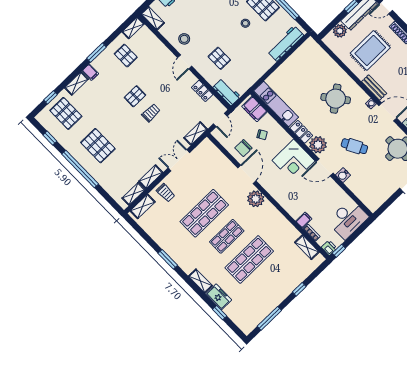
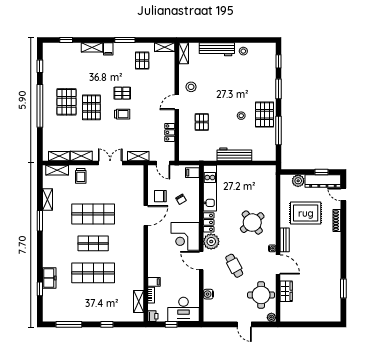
workbench: (285, 43) -> (234, 154), moved
workbench: (227, 92) -> (185, 149), removed
filing cabinet: (254, 109) -> (192, 173), width x0.50
pallet: (66, 113) -> (91, 107), moved
door: (220, 120) -> (163, 163), hinge flipped
water cooler: (343, 175) -> (208, 294), moved
plant: (256, 199) -> (136, 237), removed
window: (339, 251) -> (171, 324), moved
shelving: (200, 281) -> (47, 199), moved

